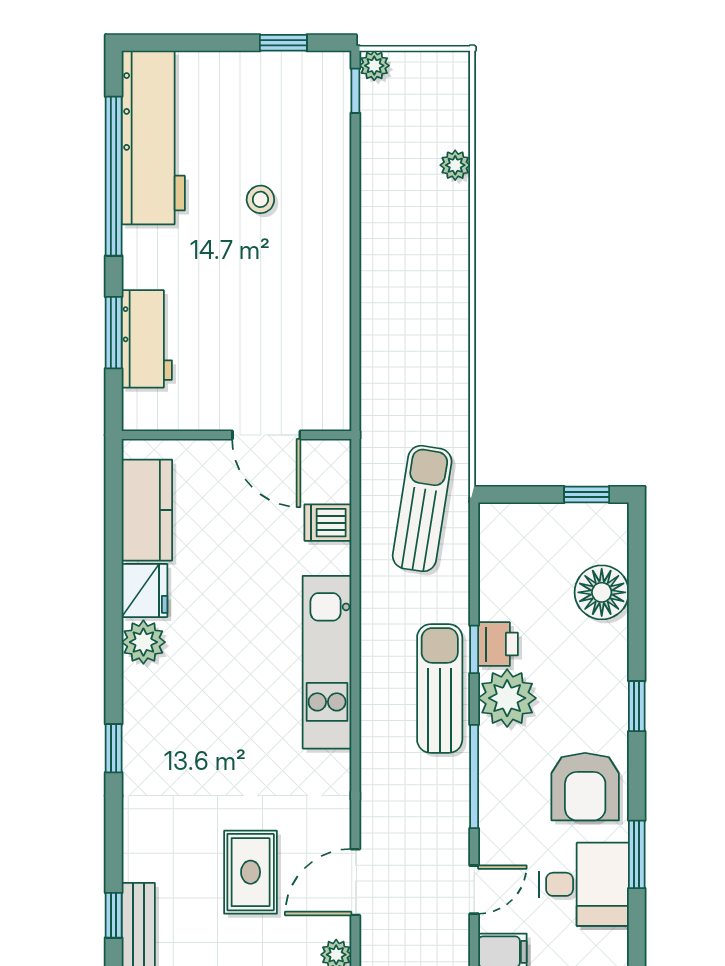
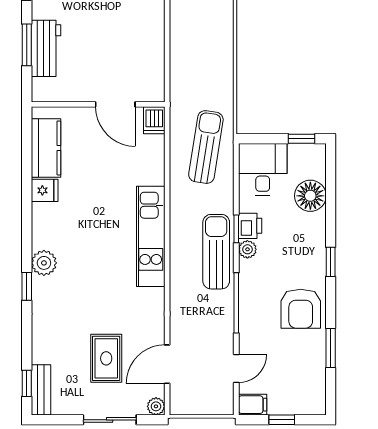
dishwasher: (328, 523) -> (154, 120), moved, turned -90
fridge: (144, 590) -> (45, 190), width x0.72
plant: (143, 642) -> (44, 263), moved
plant: (507, 698) -> (247, 249), width x0.53, depth x0.53
desk: (584, 884) -> (263, 170), moved, turned -90

